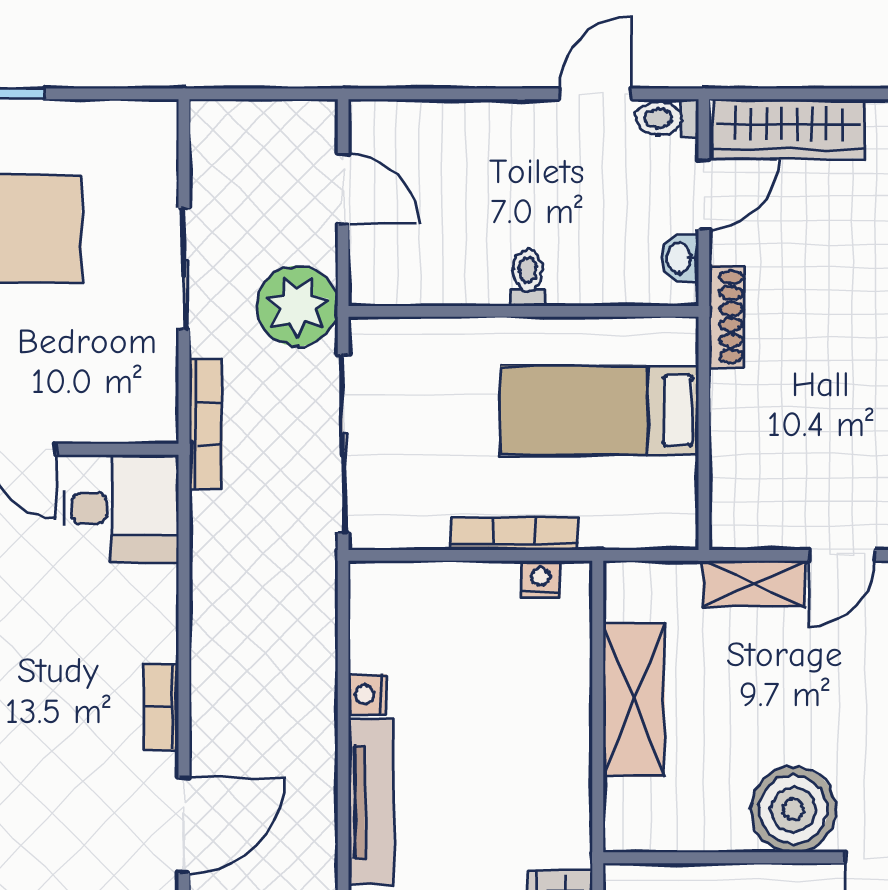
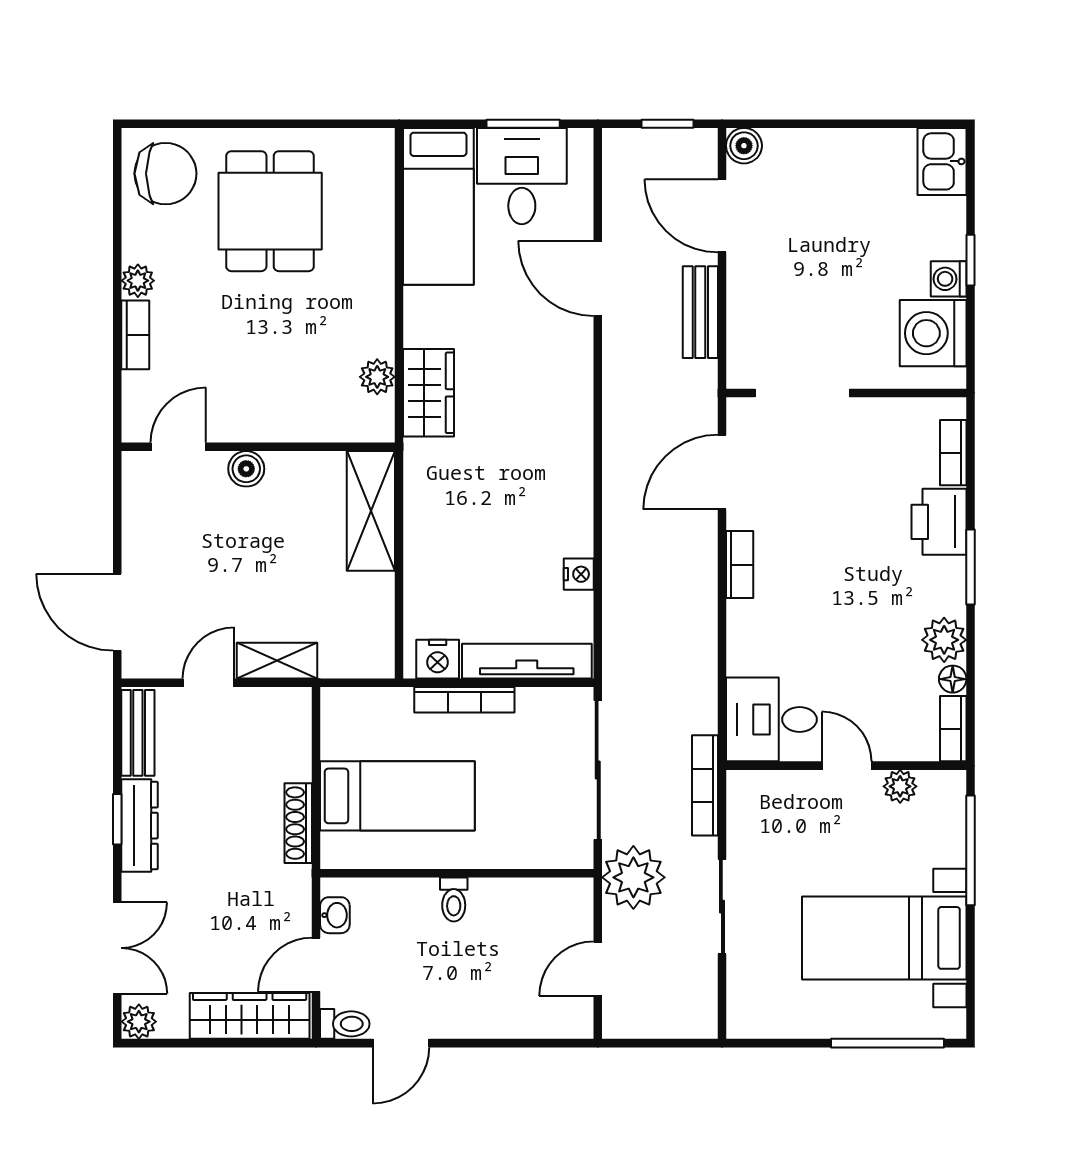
door: (343, 189) -> (598, 969), hinge flipped
shoe rack: (727, 317) -> (298, 823), moved
nightstand: (541, 579) -> (438, 659), width x1.39, depth x1.35
shelving: (634, 700) -> (371, 511), moved
tv unit: (371, 802) -> (527, 661), moved, turned 90
boiler: (793, 810) -> (246, 469), width x0.54, depth x0.54

